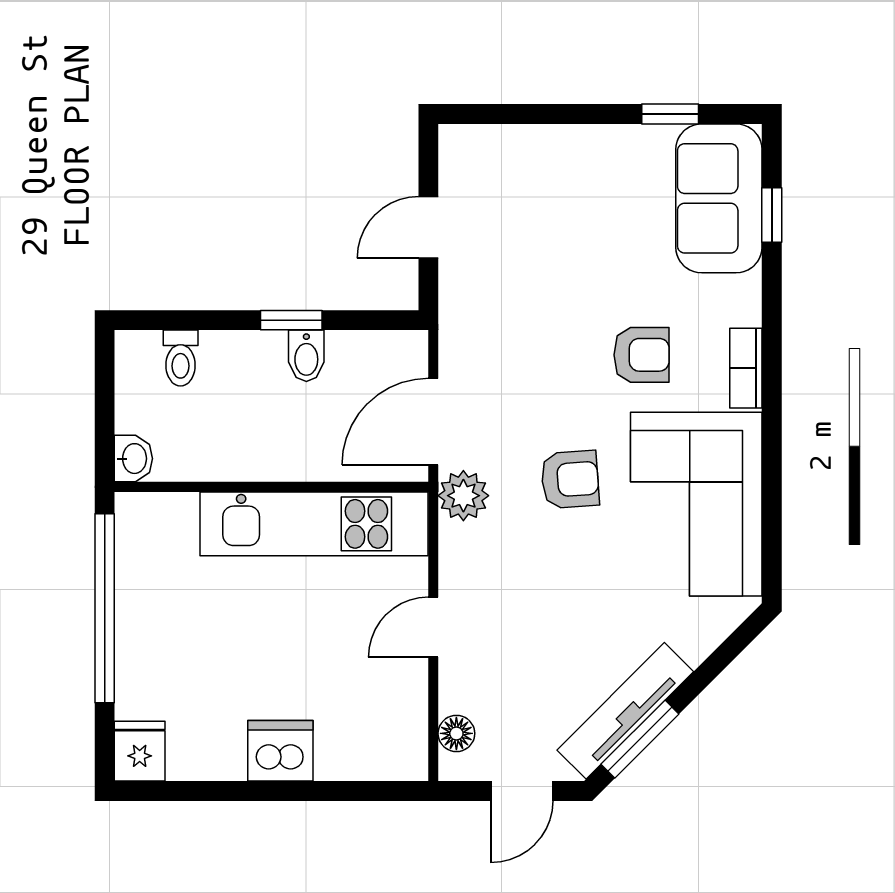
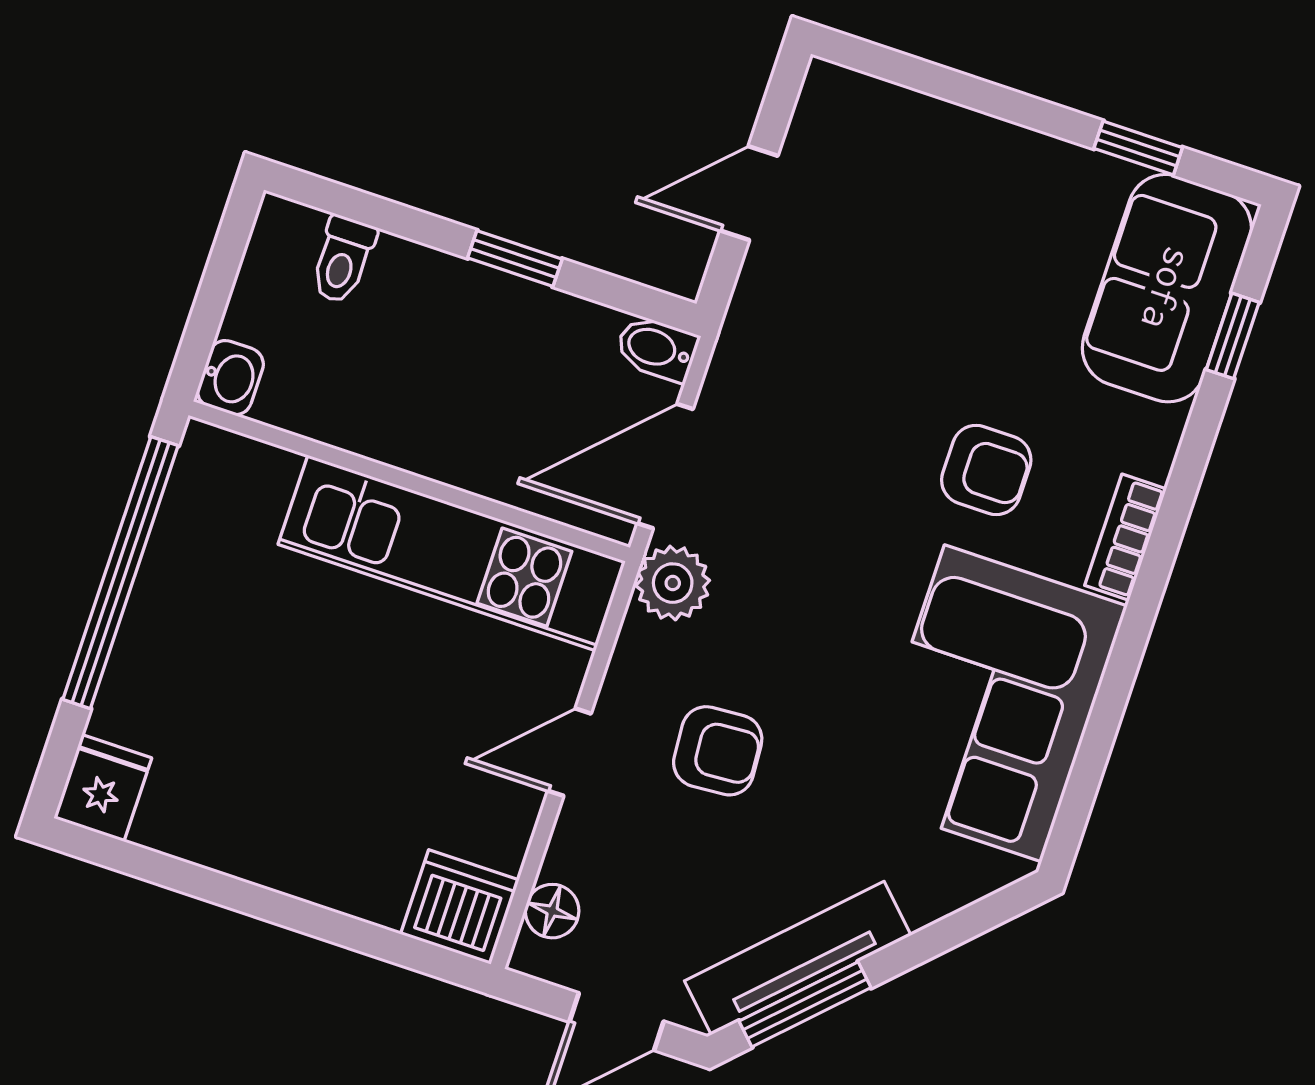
bidet: (306, 356) -> (657, 348), moved, turned 90
armchair: (570, 479) -> (718, 751), moved
dishwasher: (280, 751) -> (460, 907), moved

